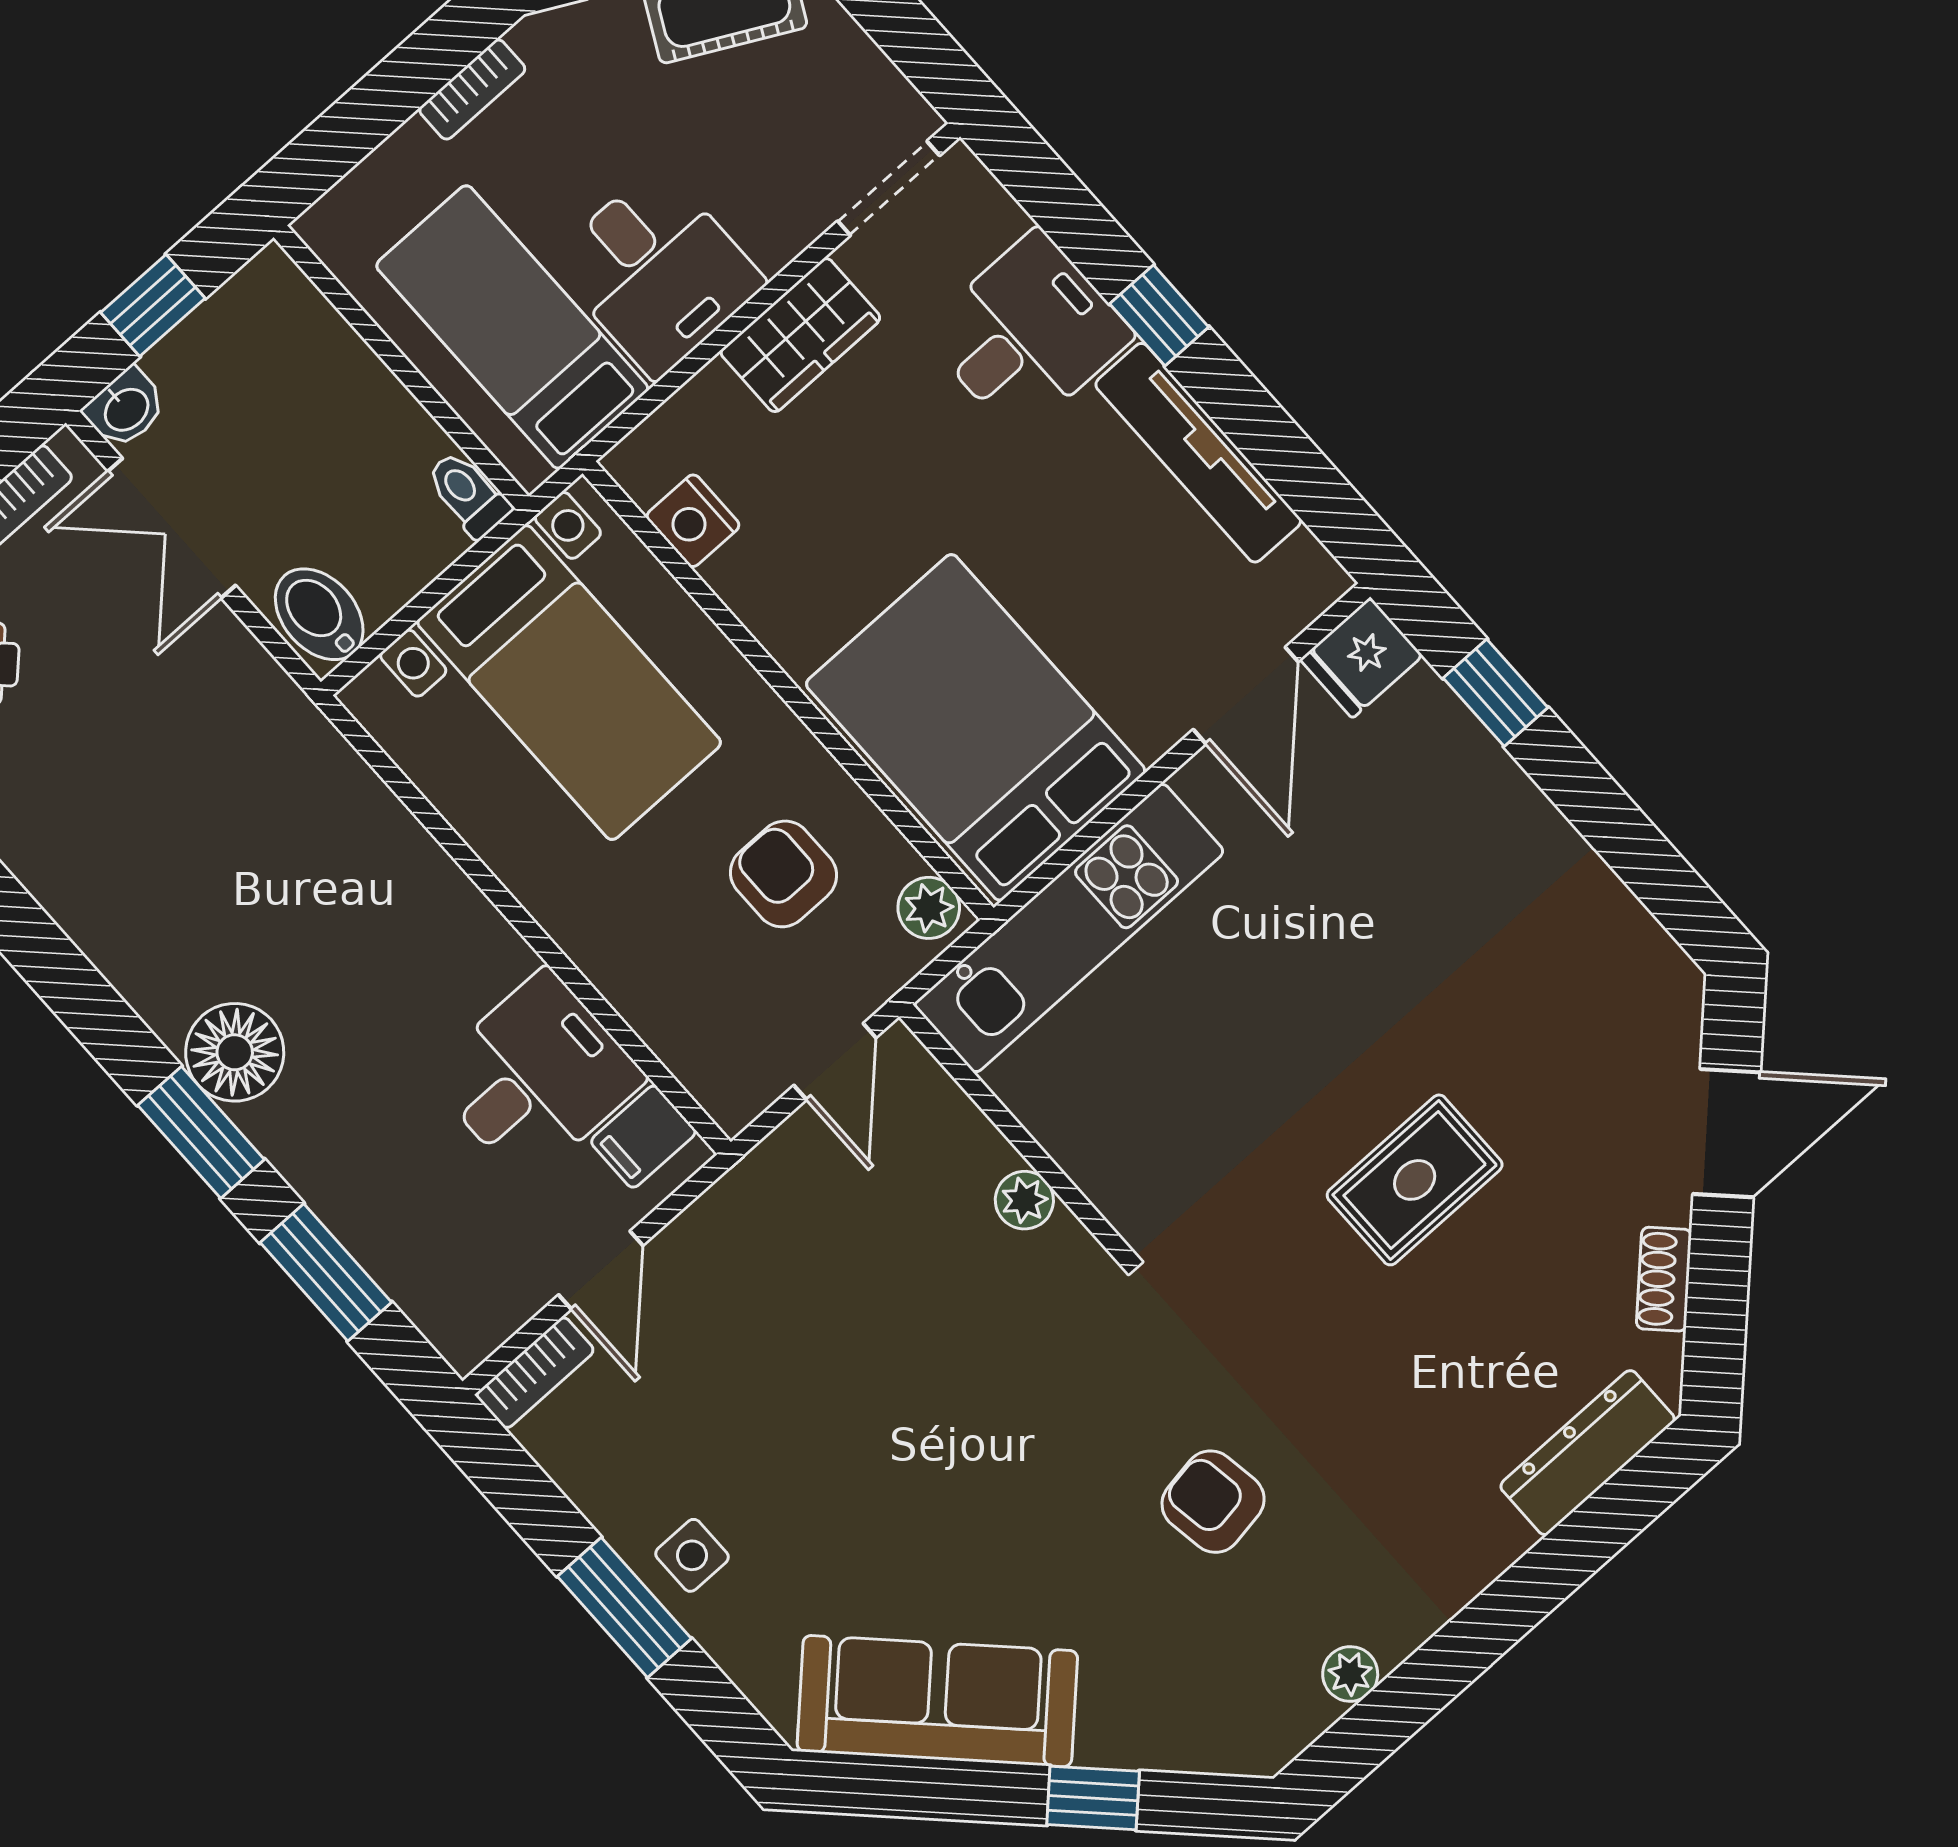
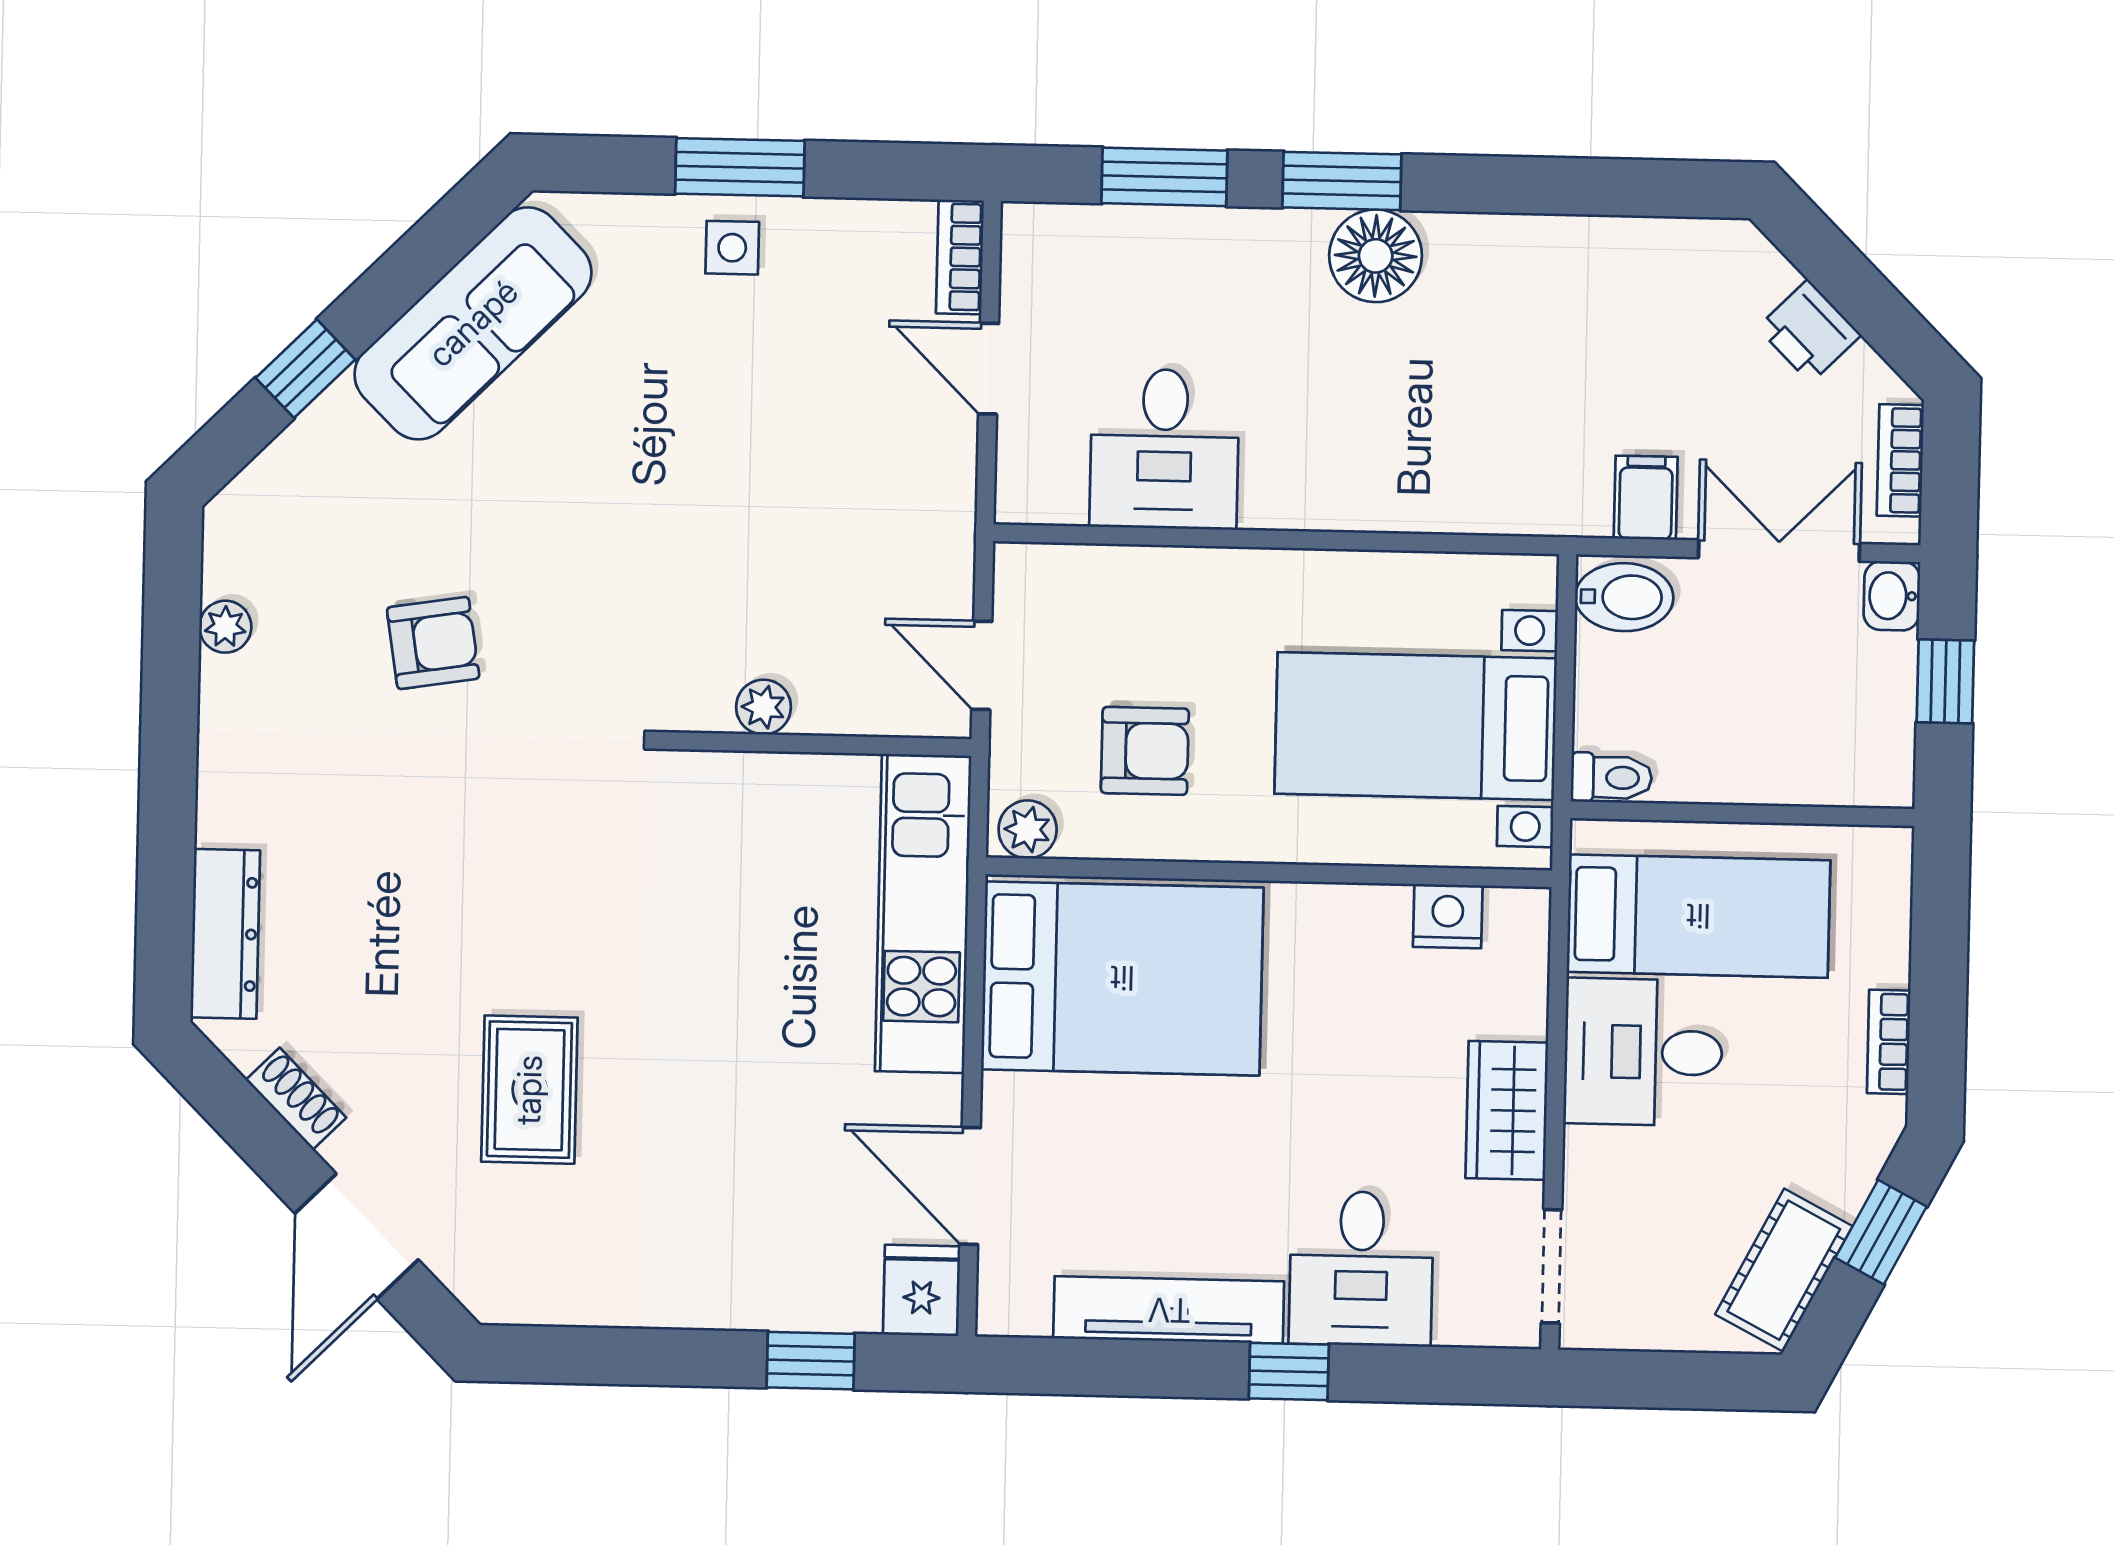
filing cabinet: (643, 1137) -> (1646, 498), moved
rug: (1415, 1180) -> (529, 1090), moved

